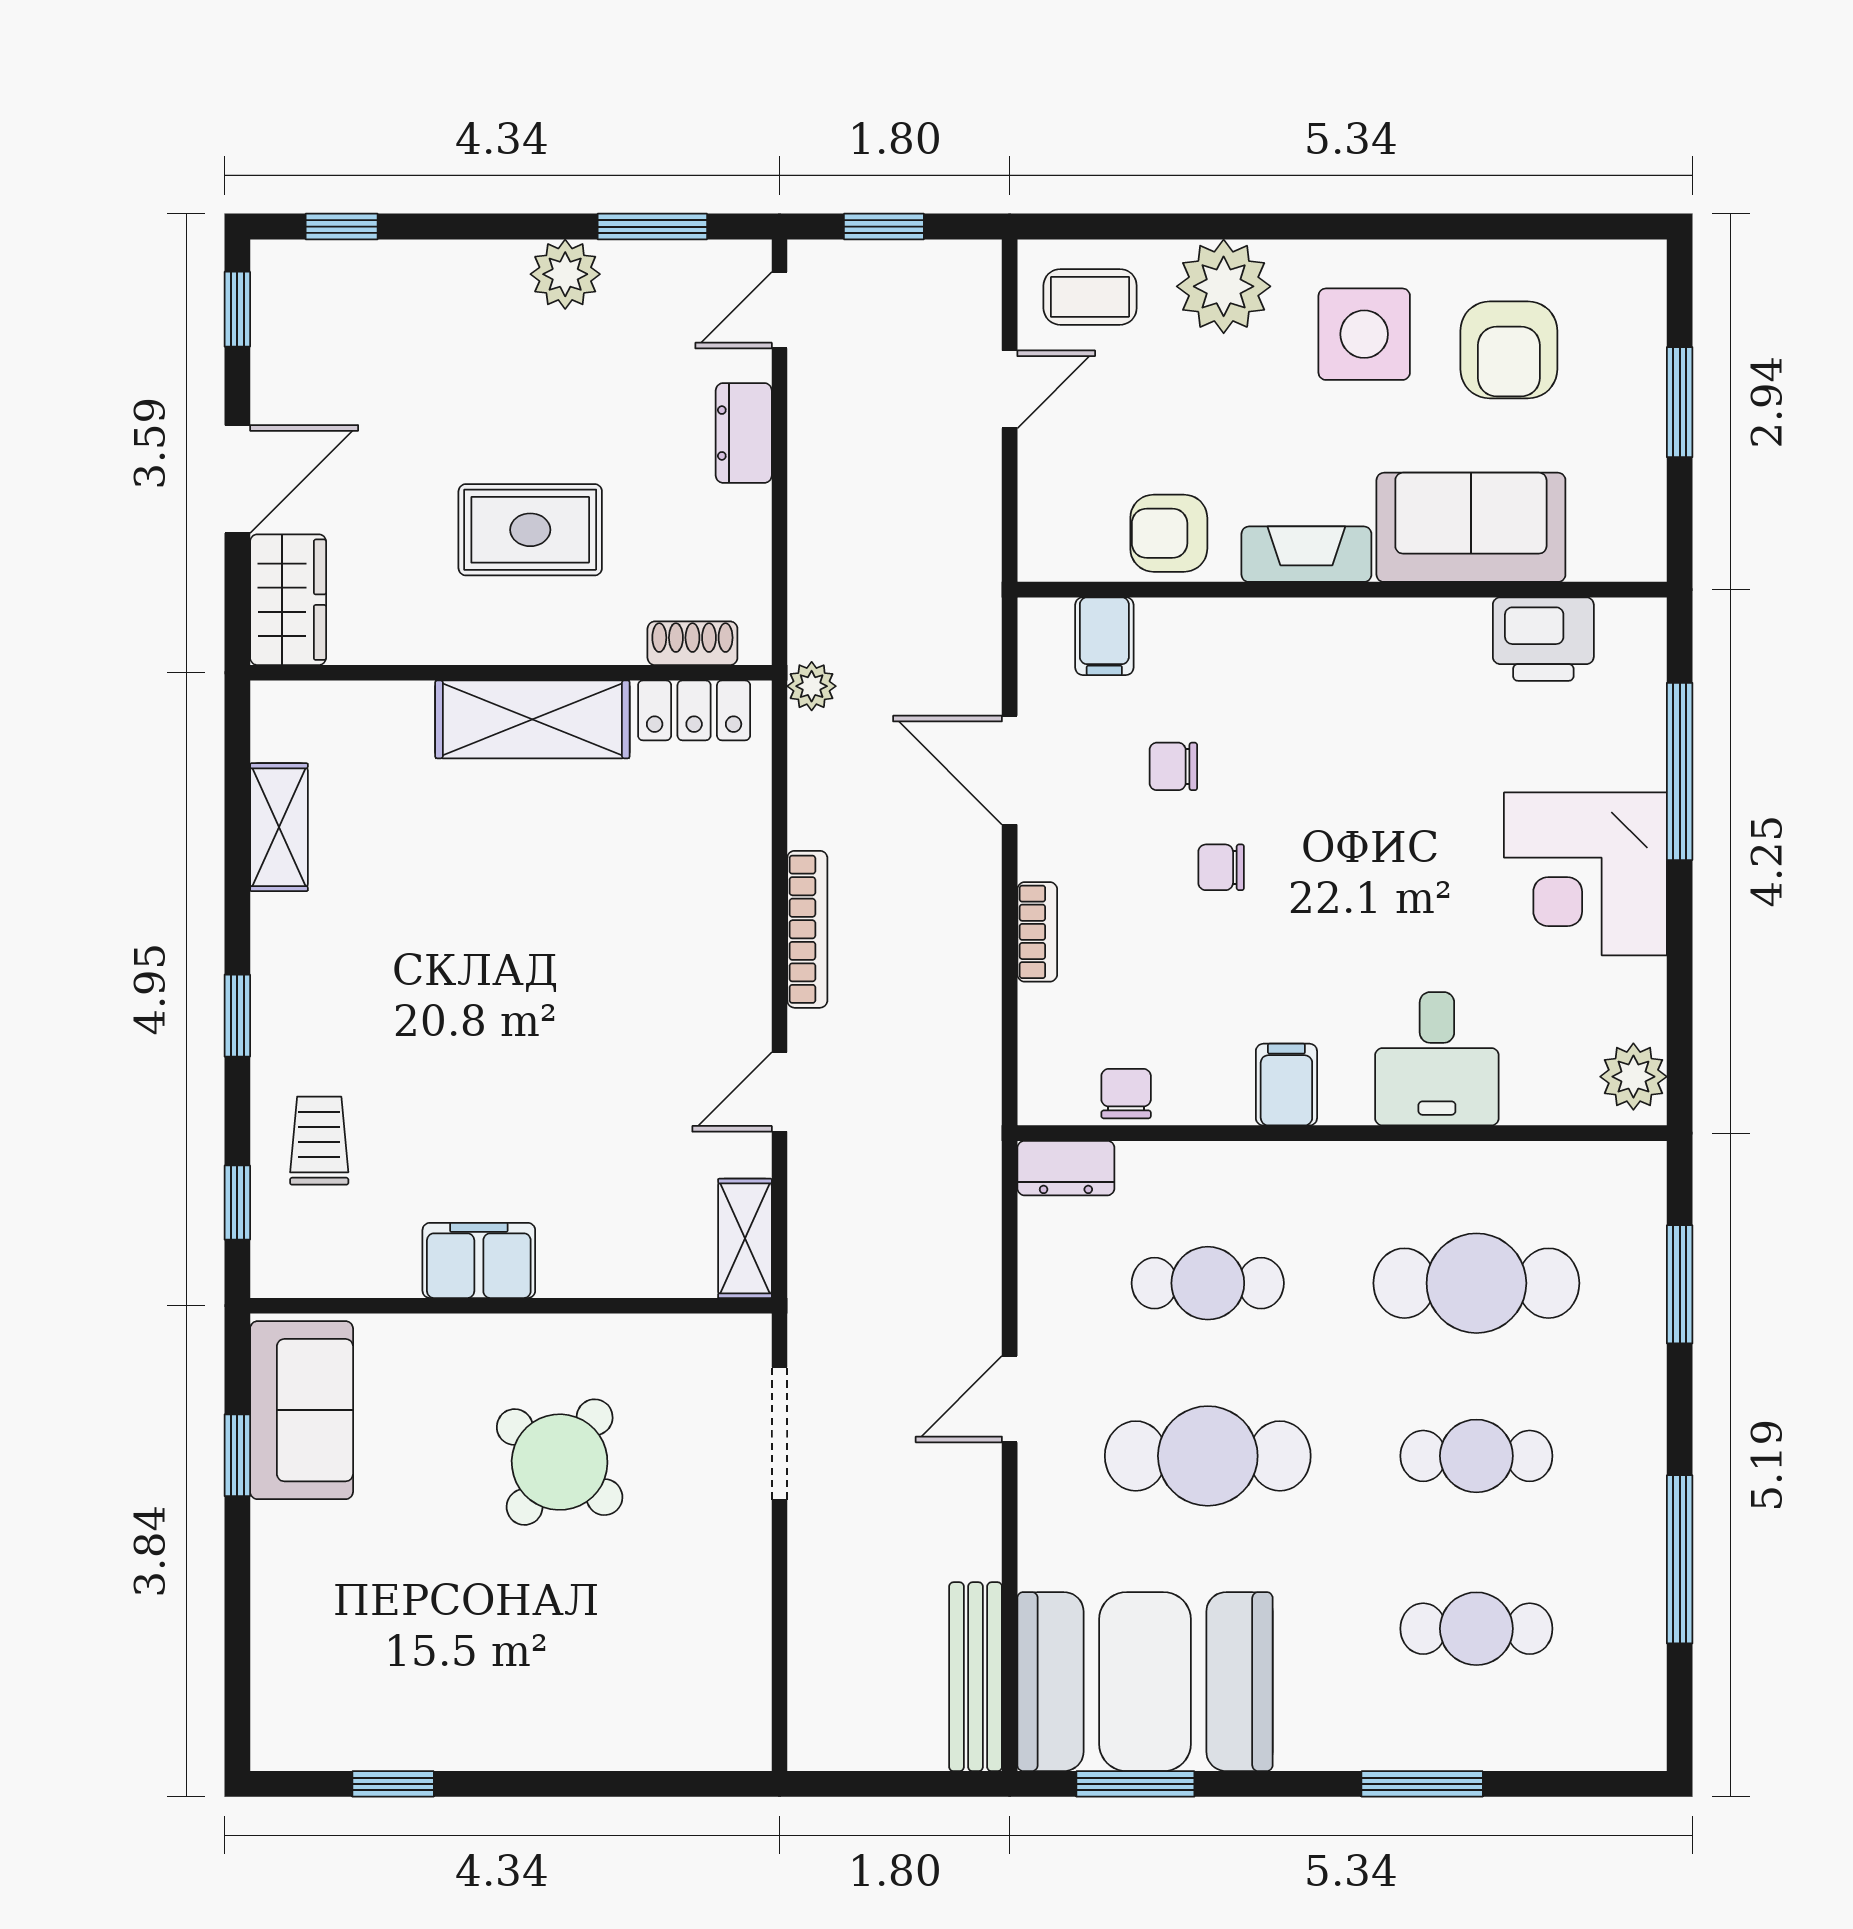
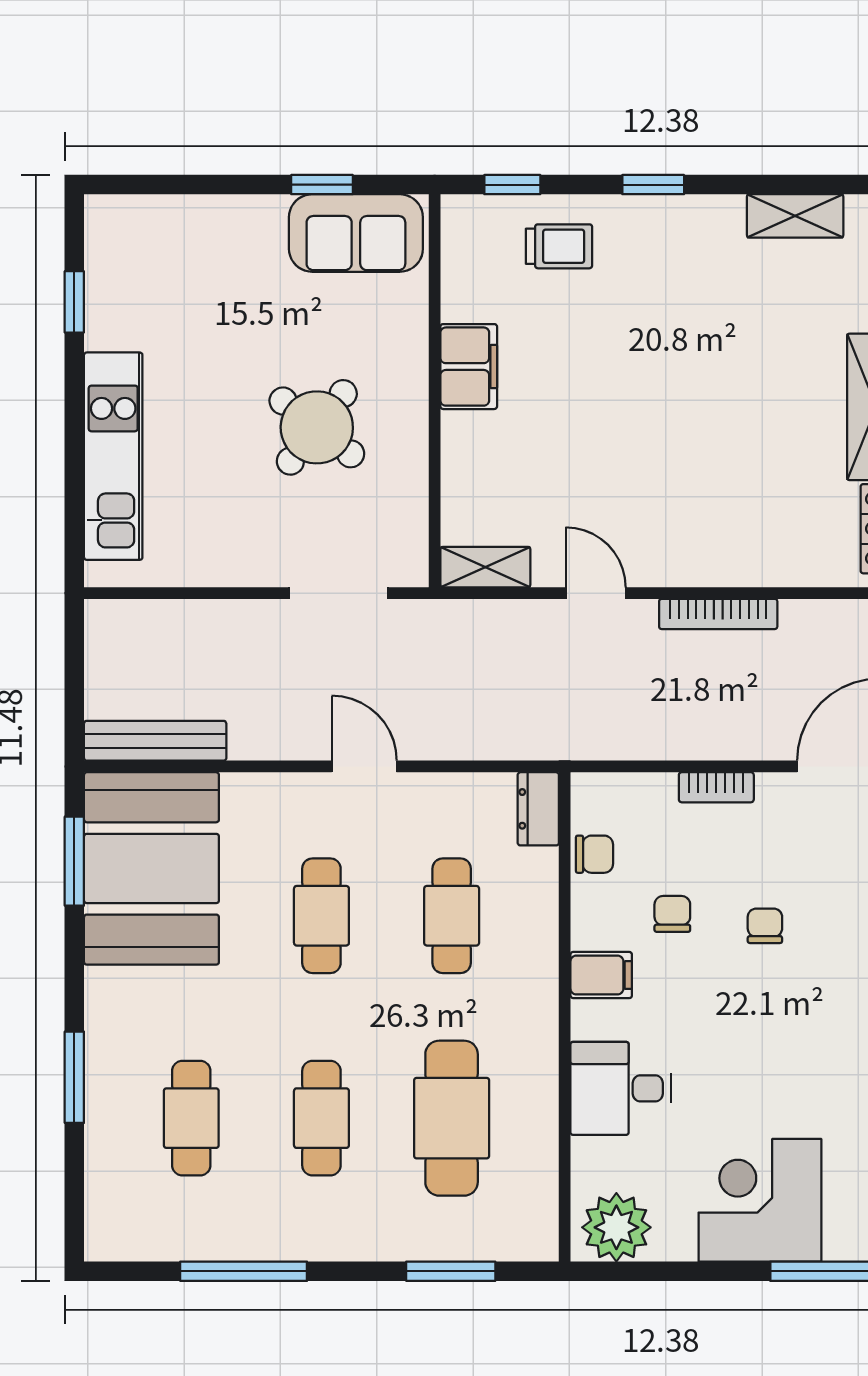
chair: (1173, 766) -> (672, 914), moved
plant: (1633, 1077) -> (616, 1227), width x1.36, depth x1.36
cafe table: (1208, 1456) -> (321, 916), width x0.73, depth x0.74
kitchen unit: (598, 1732) -> (113, 456), added

